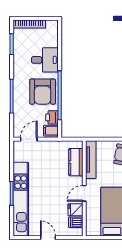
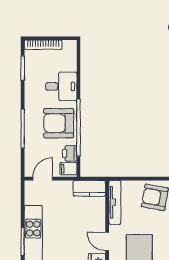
armchair: (43, 92) -> (59, 123), turned 90
kitchen counter: (76, 162) -> (89, 188), moved, turned -90
door: (84, 193) -> (107, 242), hinge flipped

